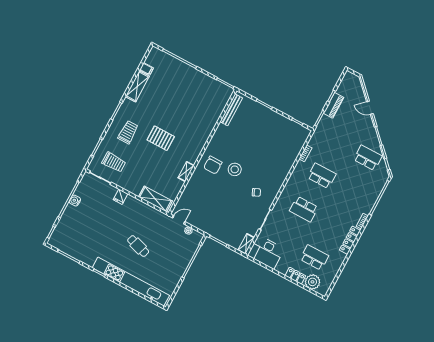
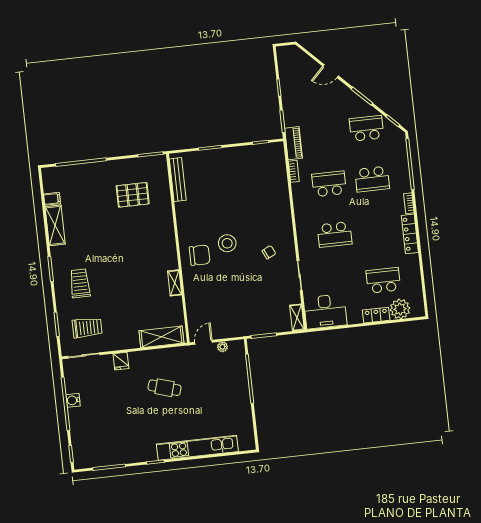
piano: (334, 105) -> (294, 143), moved
pallet: (161, 138) -> (133, 195), moved
chair: (213, 165) -> (200, 255), turned -90
school desk: (350, 191) -> (372, 179), added
cafe table: (138, 246) -> (165, 388), moved
kitchen unit: (131, 282) -> (197, 448), width x0.73

